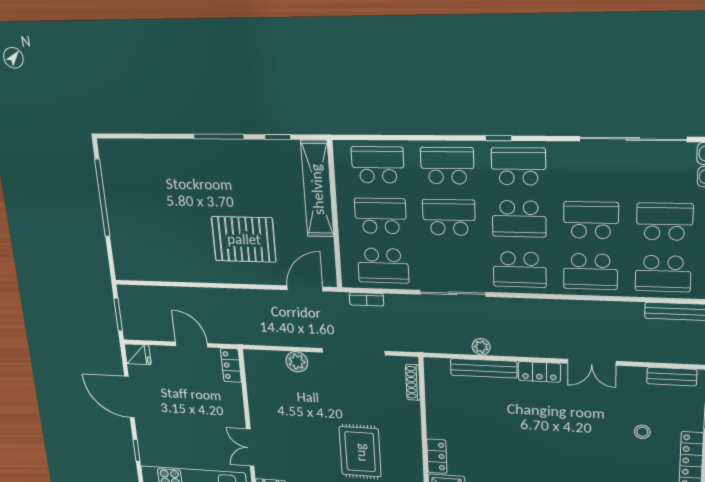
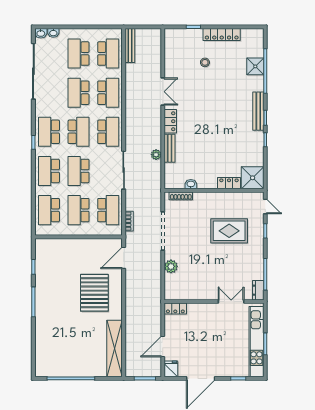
shelving: (317, 189) -> (114, 349), moved, turned 90
door: (305, 288) -> (124, 258), hinge flipped
door: (192, 345) -> (163, 347), moved
bench: (484, 368) -> (170, 148), width x0.73
bench: (672, 377) -> (169, 47), removed
washbasin: (433, 399) -> (191, 184), added
double door: (250, 448) -> (231, 301), swing flipped

